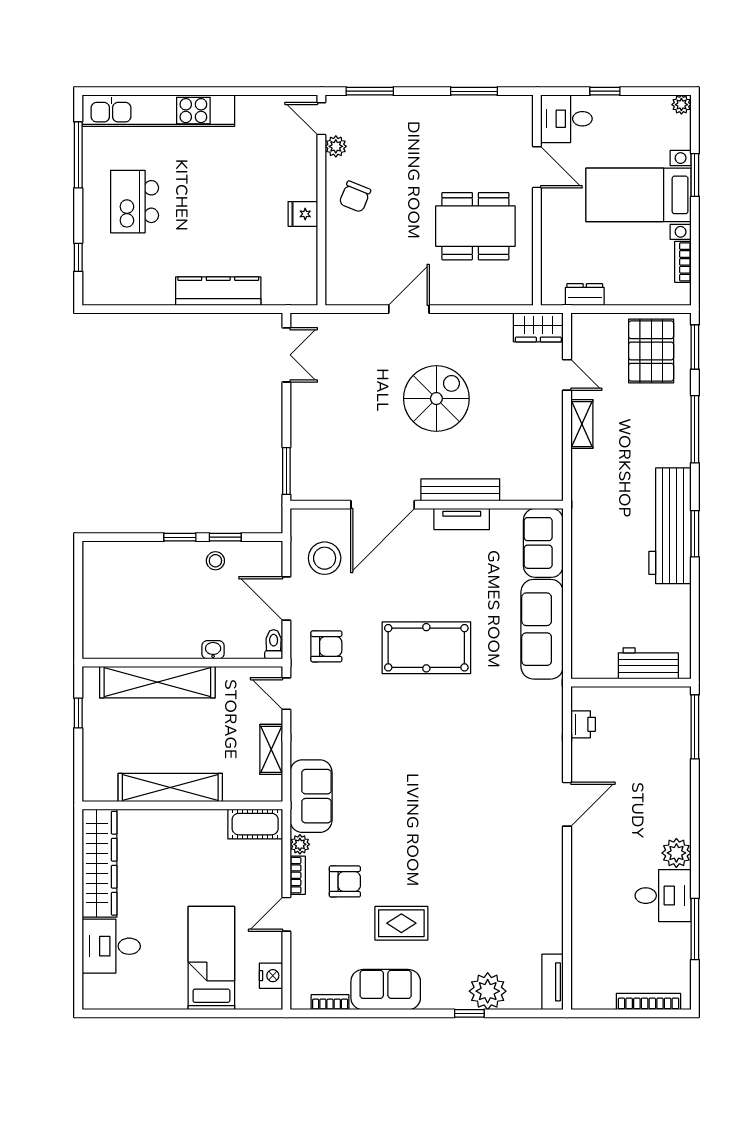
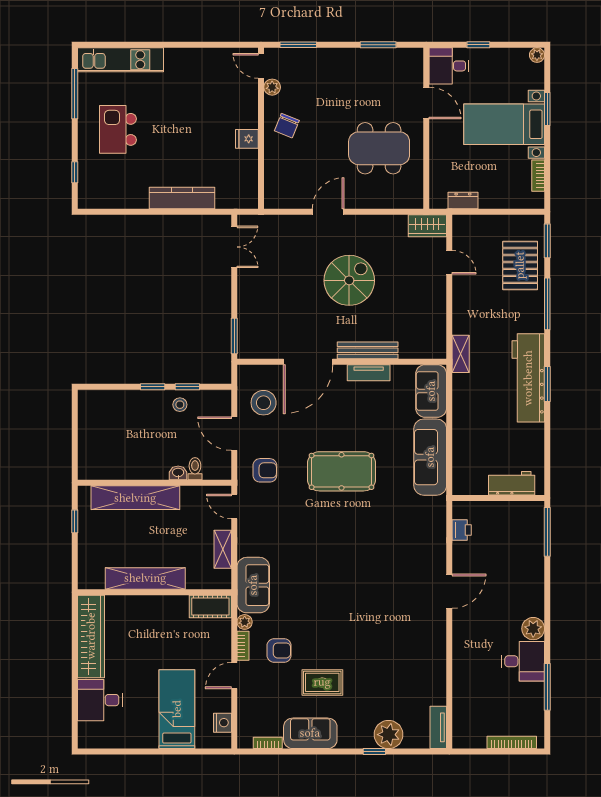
kitchen unit: (158, 111) -> (121, 60), width x0.73
pallet: (651, 351) -> (520, 265), moved
shelving: (582, 424) -> (461, 354), moved
toilet: (274, 644) -> (195, 469), moved

